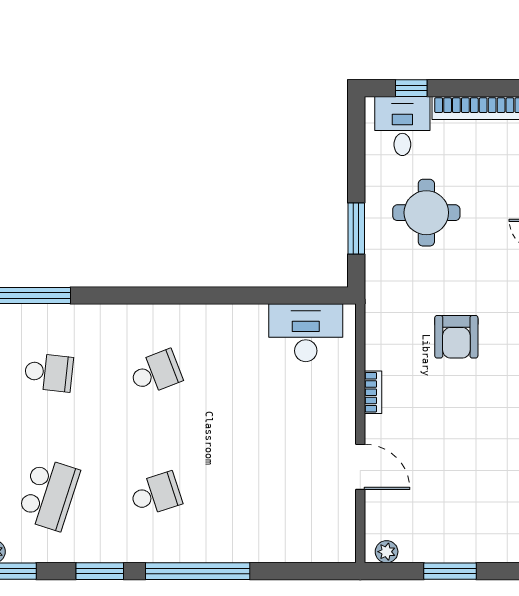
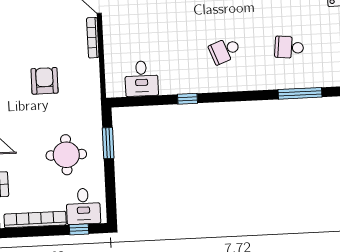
window: (221, 296) -> (187, 99), added
desk: (306, 333) -> (141, 79), width x0.73
bookcase: (373, 392) -> (93, 38), width x1.56

